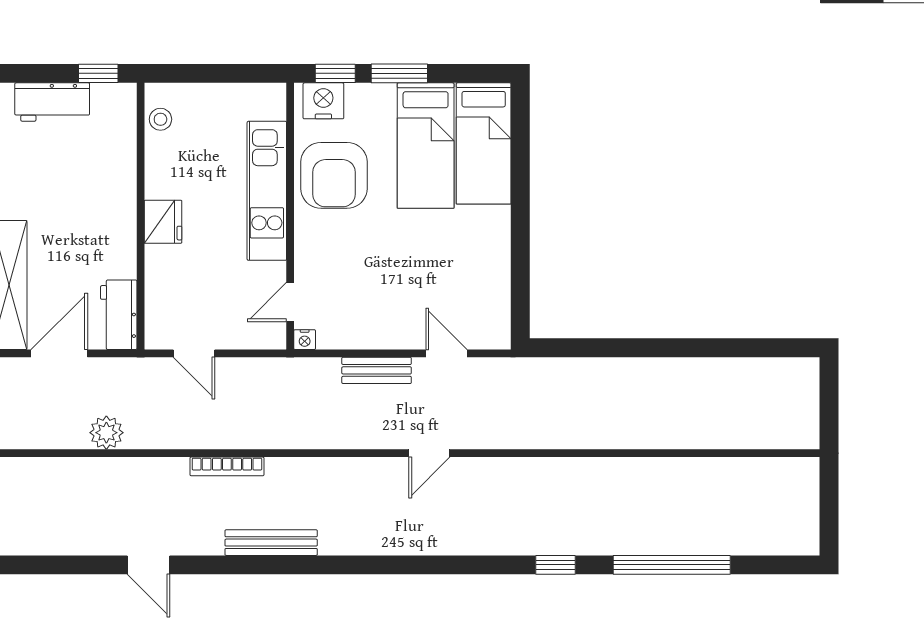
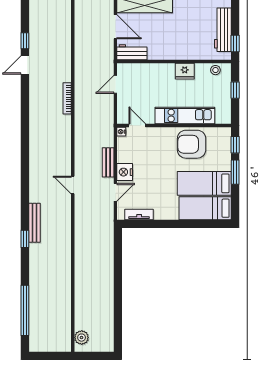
window: (207, 73) -> (235, 90), added
nightstand: (323, 101) -> (125, 172), moved, turned 180
workbench: (52, 102) -> (223, 30), width x1.37
fridge: (163, 222) -> (185, 71), moved
tv unit: (498, 298) -> (139, 214), added
plant: (106, 433) -> (82, 338), moved
bench: (271, 543) -> (34, 223), moved
window: (92, 565) -> (25, 41), added
window: (672, 565) -> (25, 310), moved

